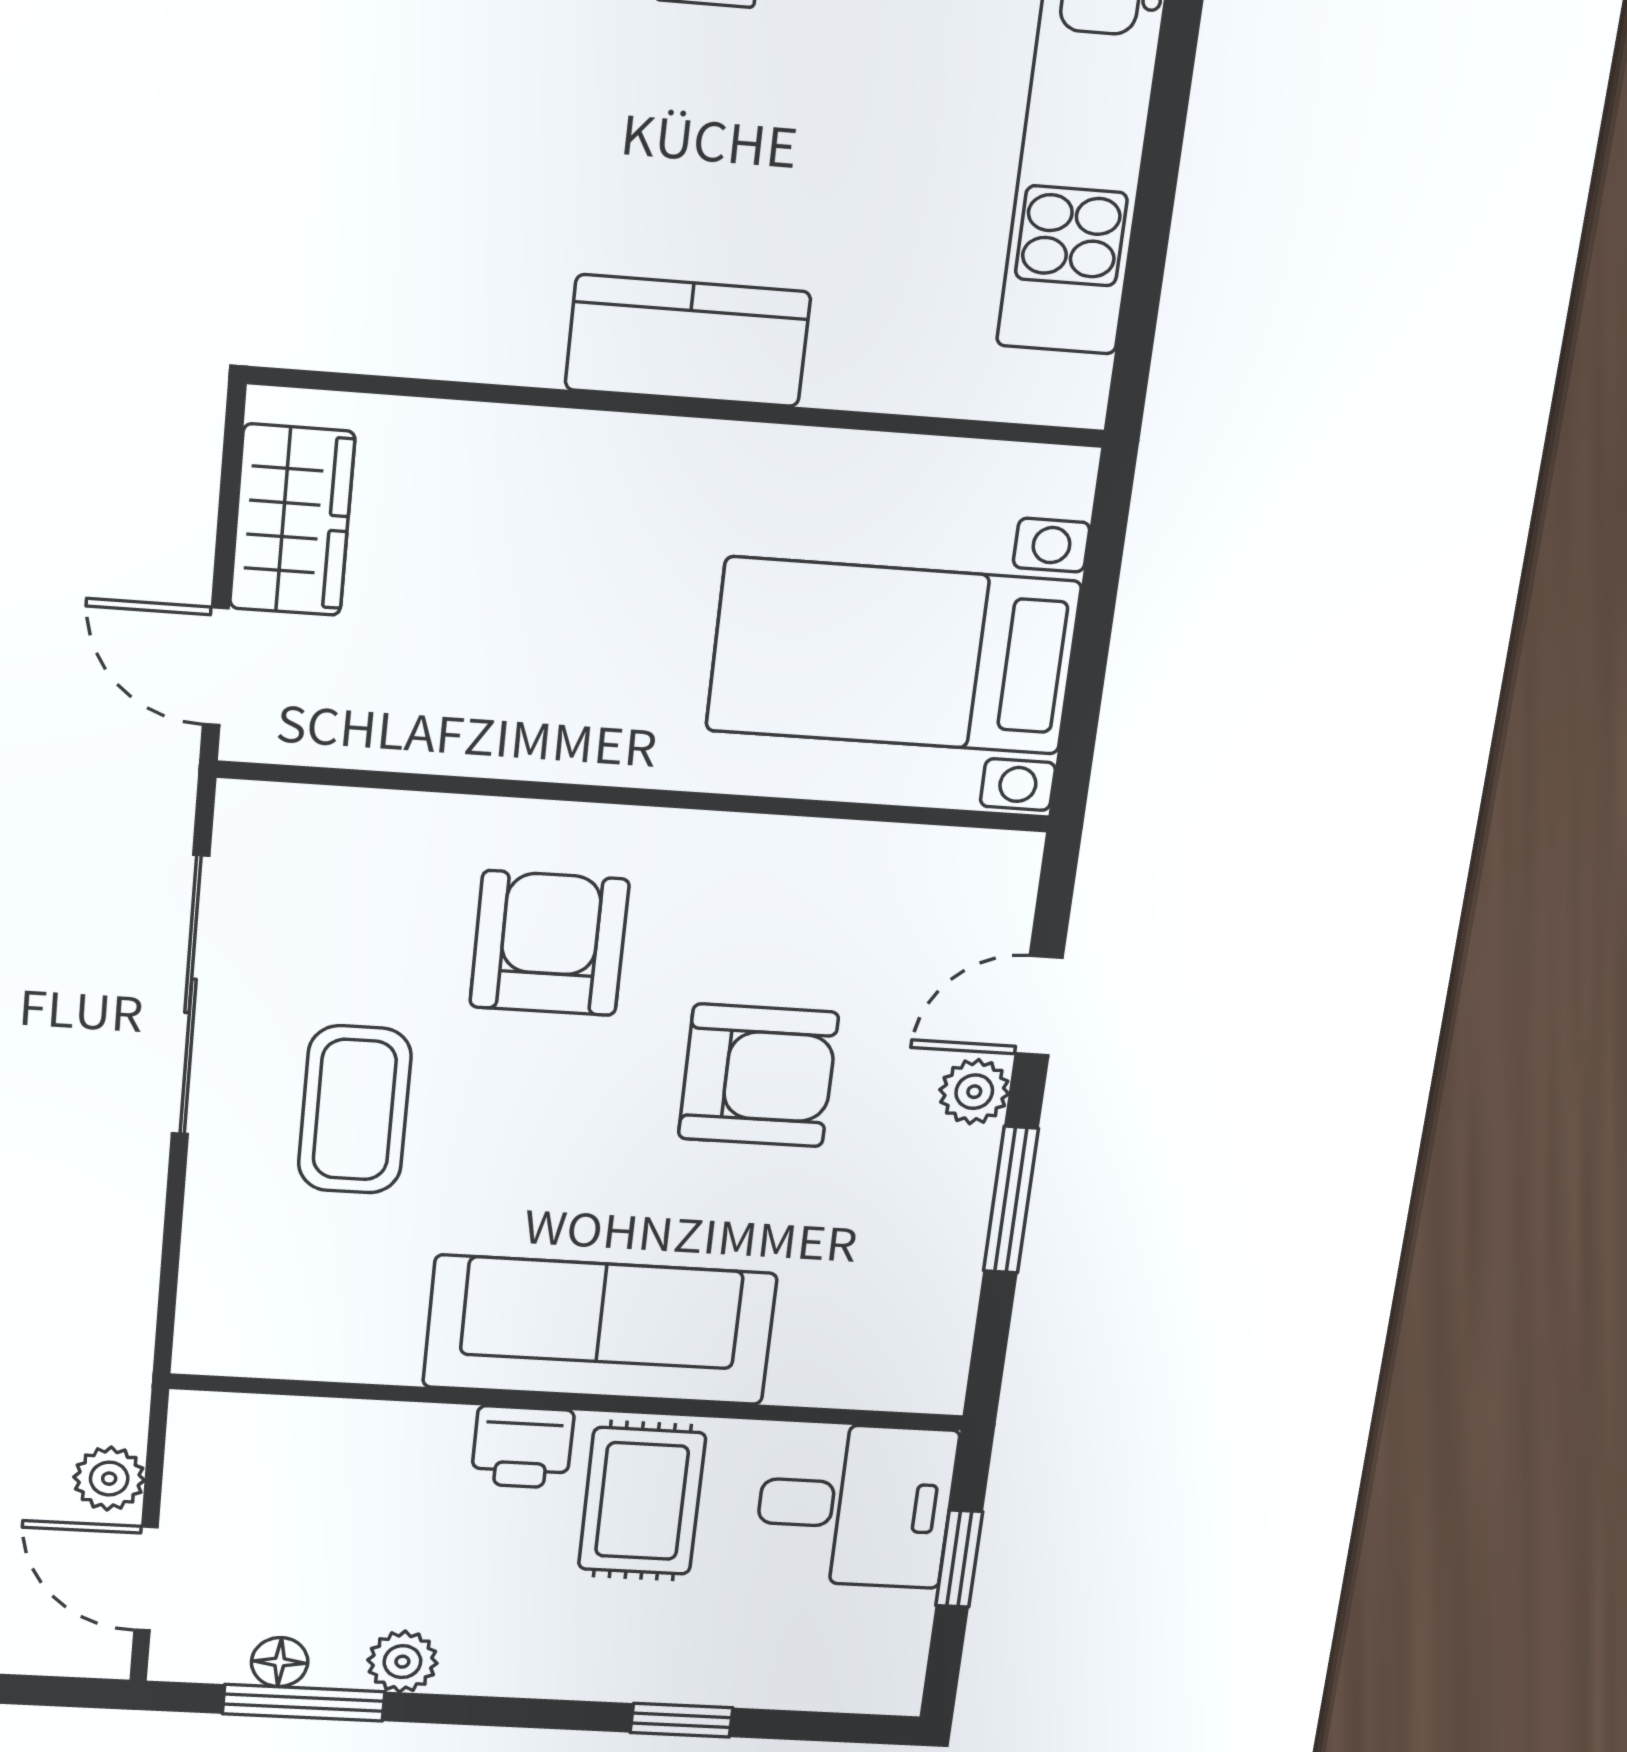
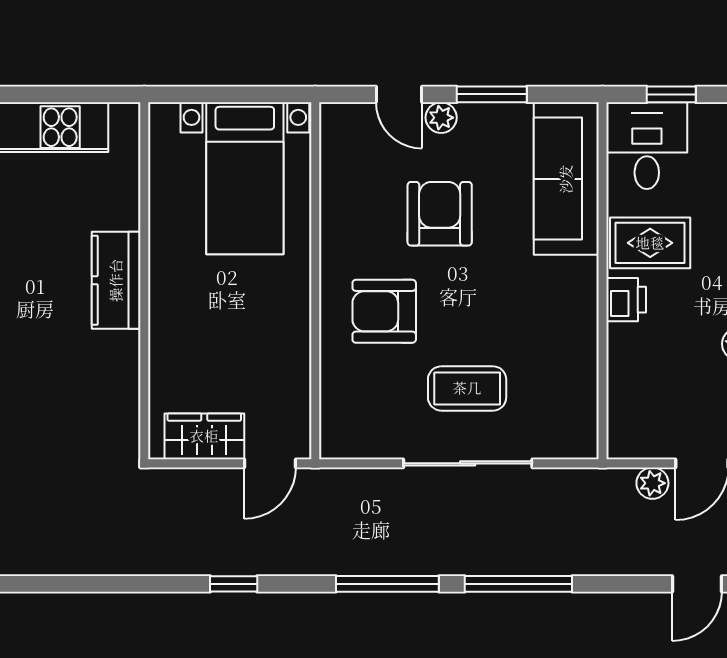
sliding door: (190, 996) -> (468, 463), moved
sofa: (600, 1330) -> (566, 179), moved

